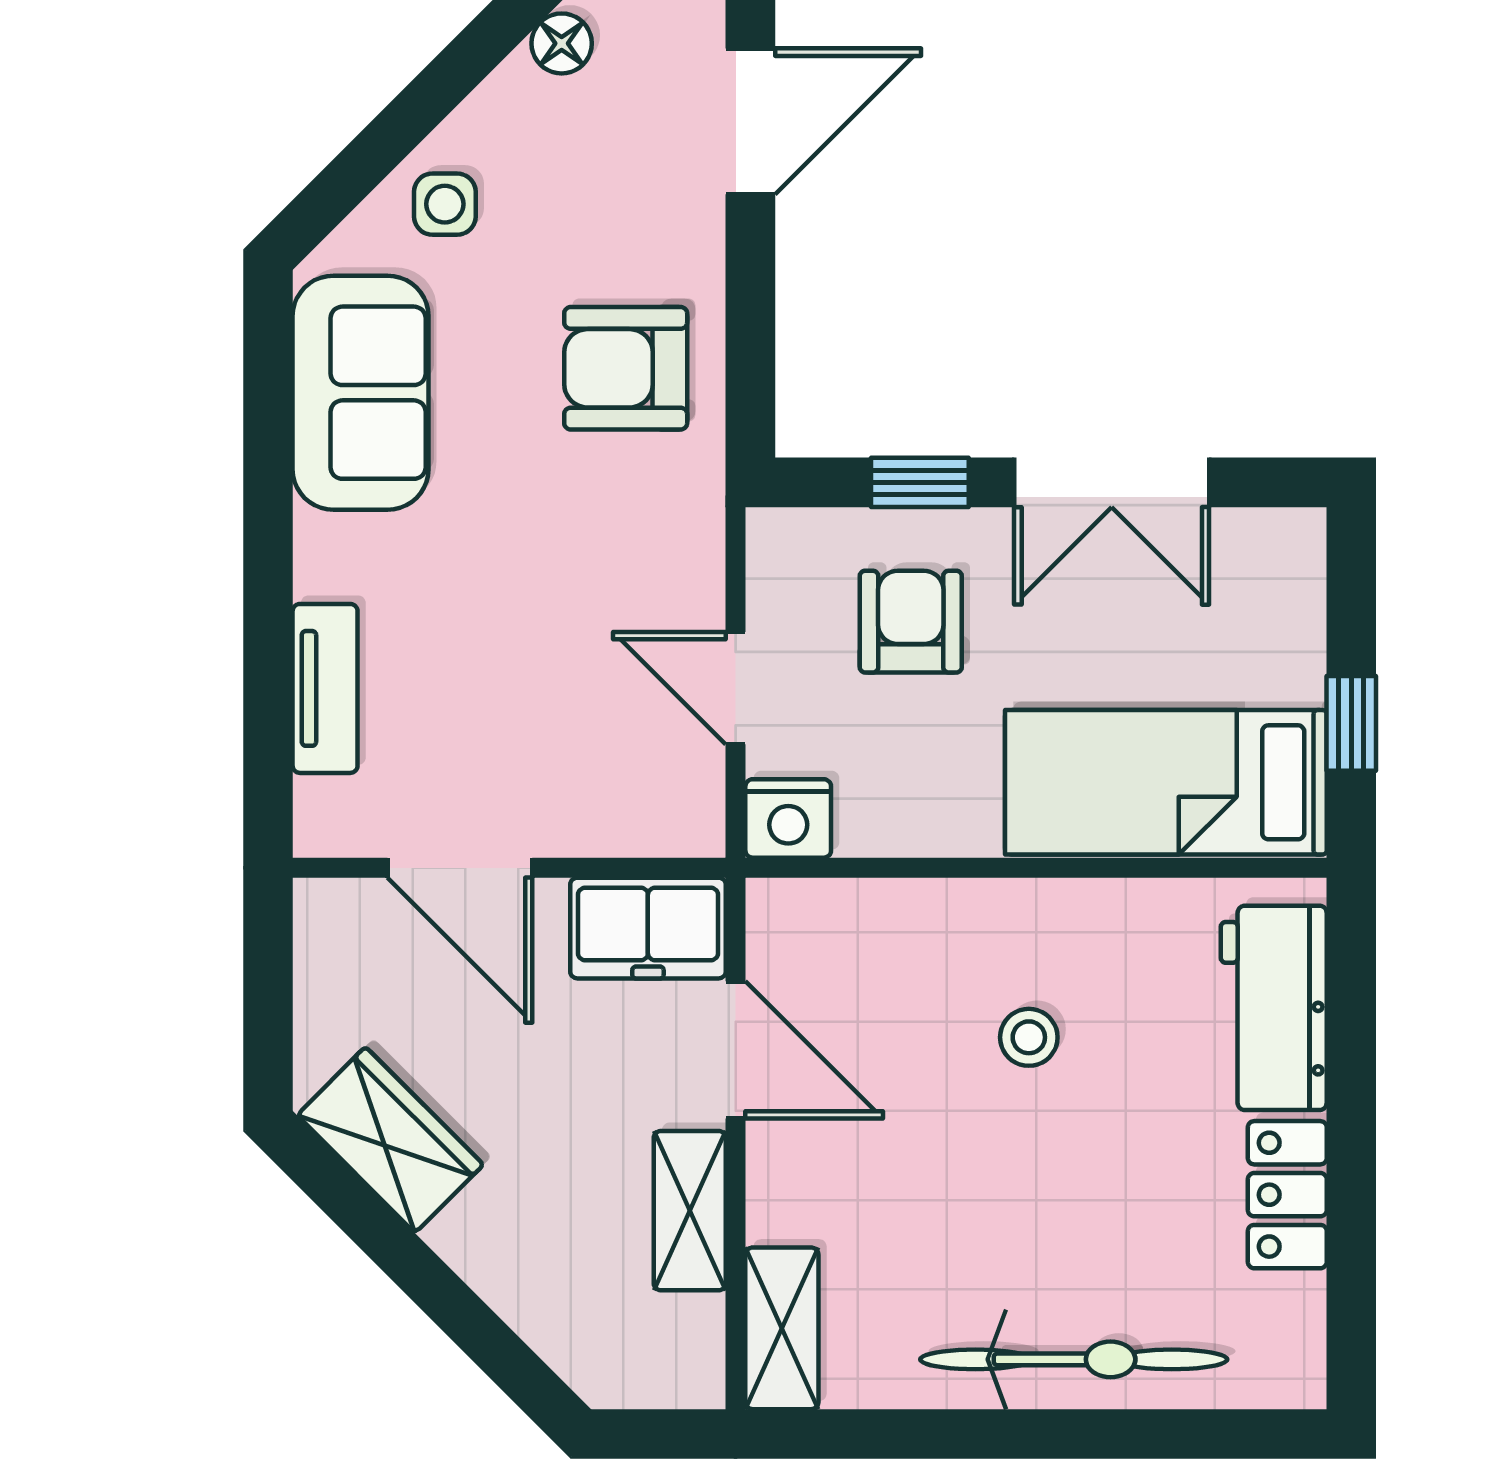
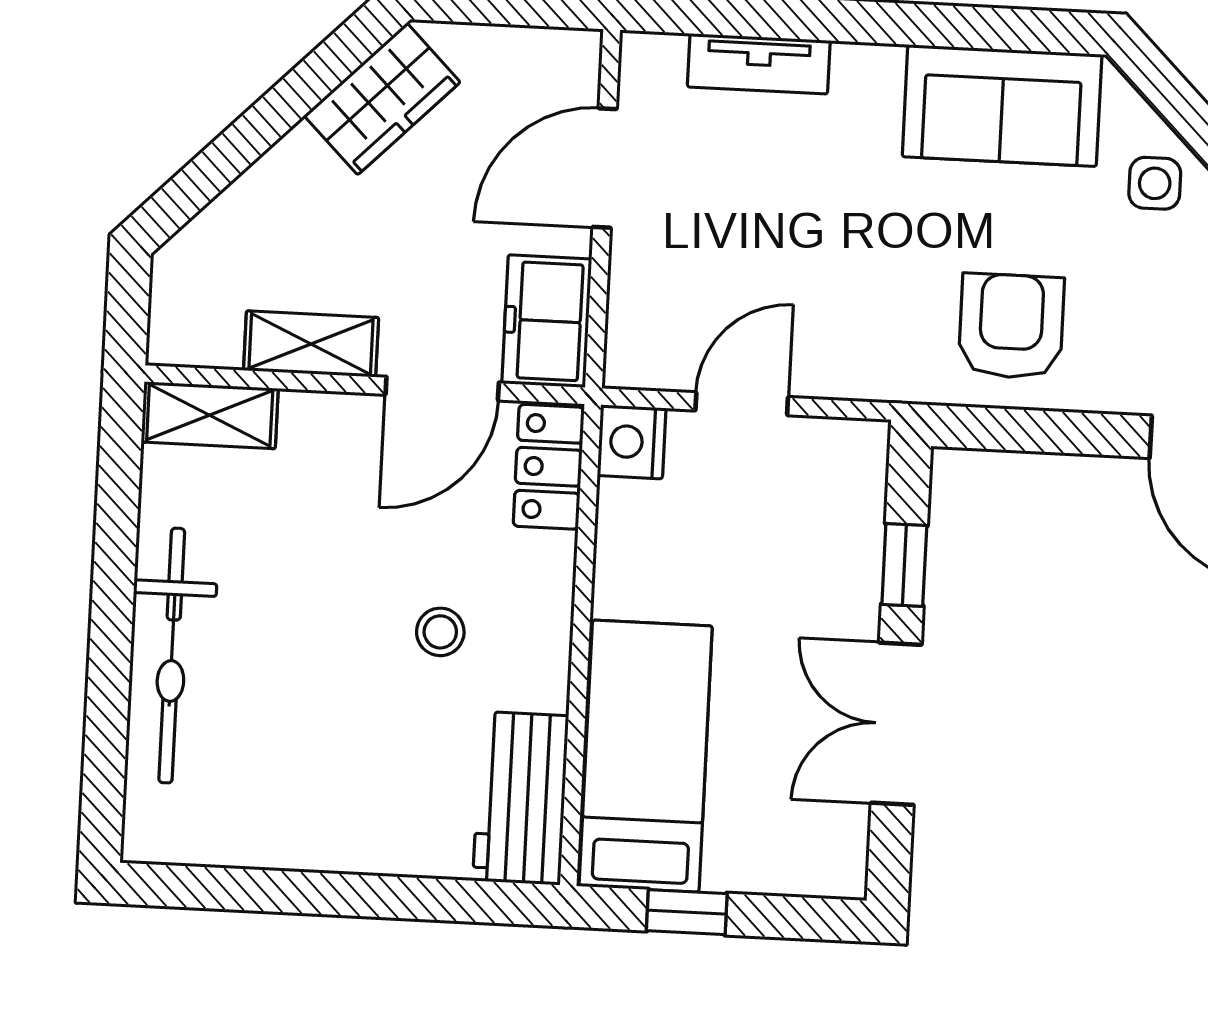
armchair: (911, 622) -> (789, 552), removed
workbench: (1274, 1008) -> (521, 798), moved, turned -90
locker: (1287, 1195) -> (549, 467), moved, turned -90

